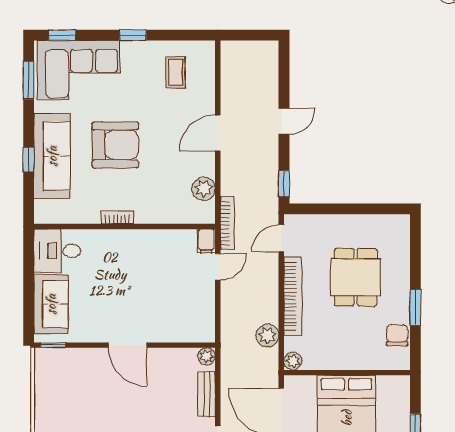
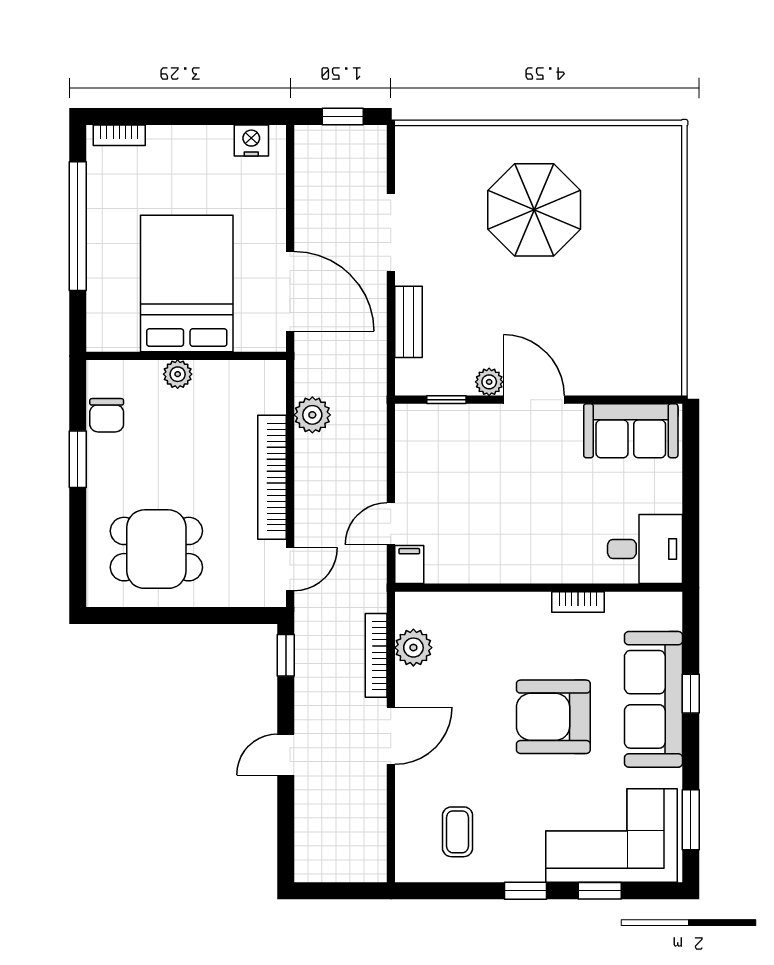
window: (62, 35) -> (600, 891), moved
bookcase: (117, 217) -> (578, 602), moved
bookcase: (227, 223) -> (376, 655), moved
dining table: (356, 277) -> (156, 549), moved, turned 90
sofa: (51, 304) -> (631, 431), moved, turned -90
window: (53, 345) -> (446, 400), moved
plant: (207, 356) -> (489, 382), moved
plant: (293, 361) -> (178, 374), moved

